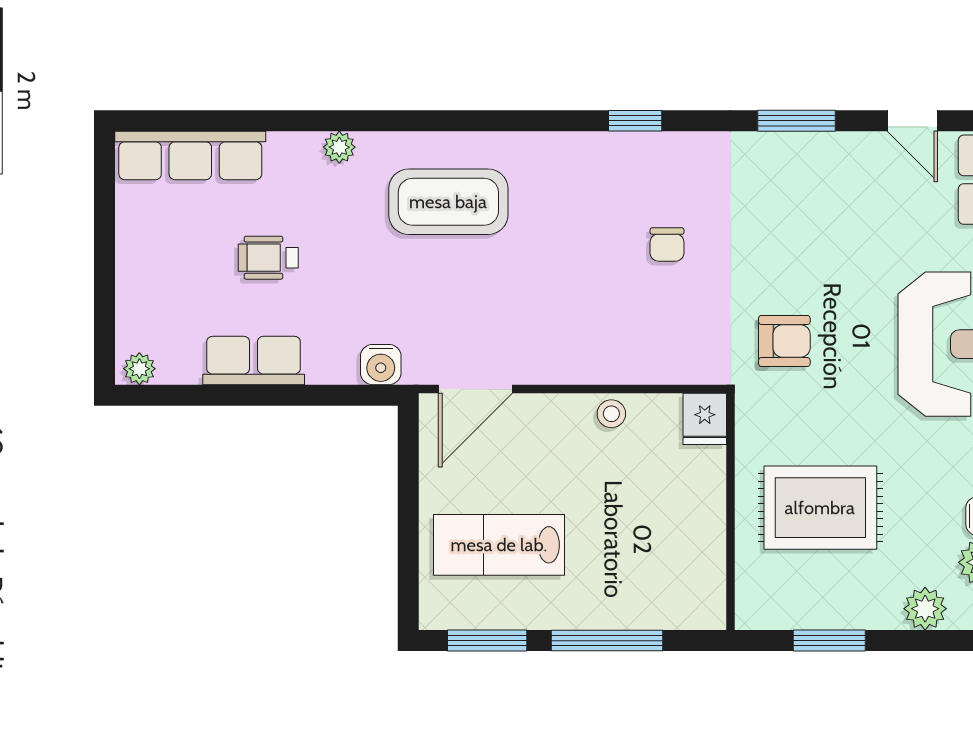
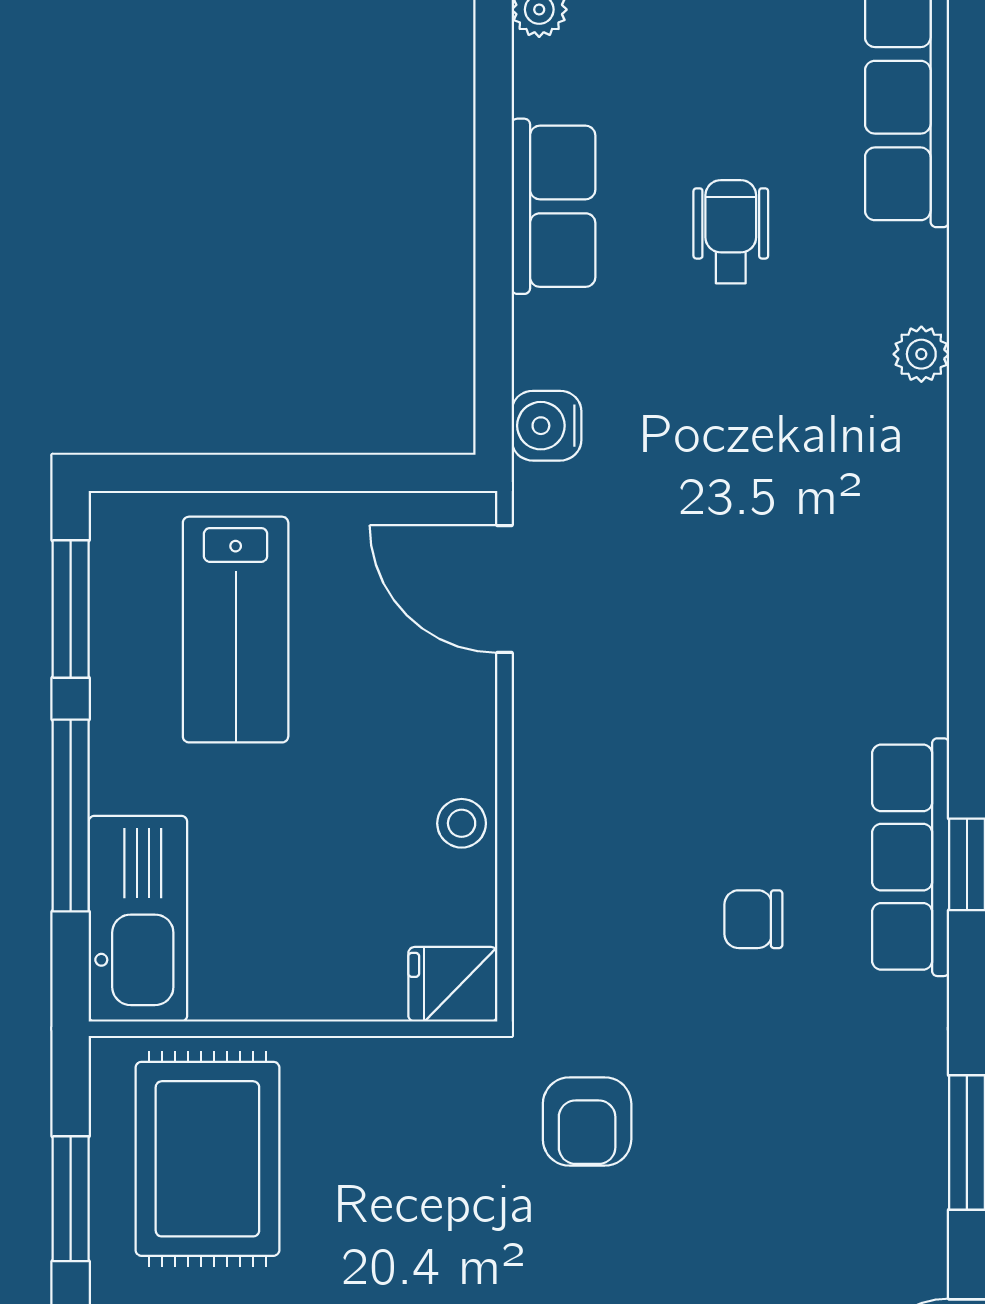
row of seats: (631, 153) -> (911, 857), added
coffee table: (448, 202) -> (827, 542), removed
rug: (820, 508) -> (207, 1159), moved
lab bench: (499, 545) -> (236, 630), turned 180
kitchen sink: (667, 602) -> (138, 919), added

